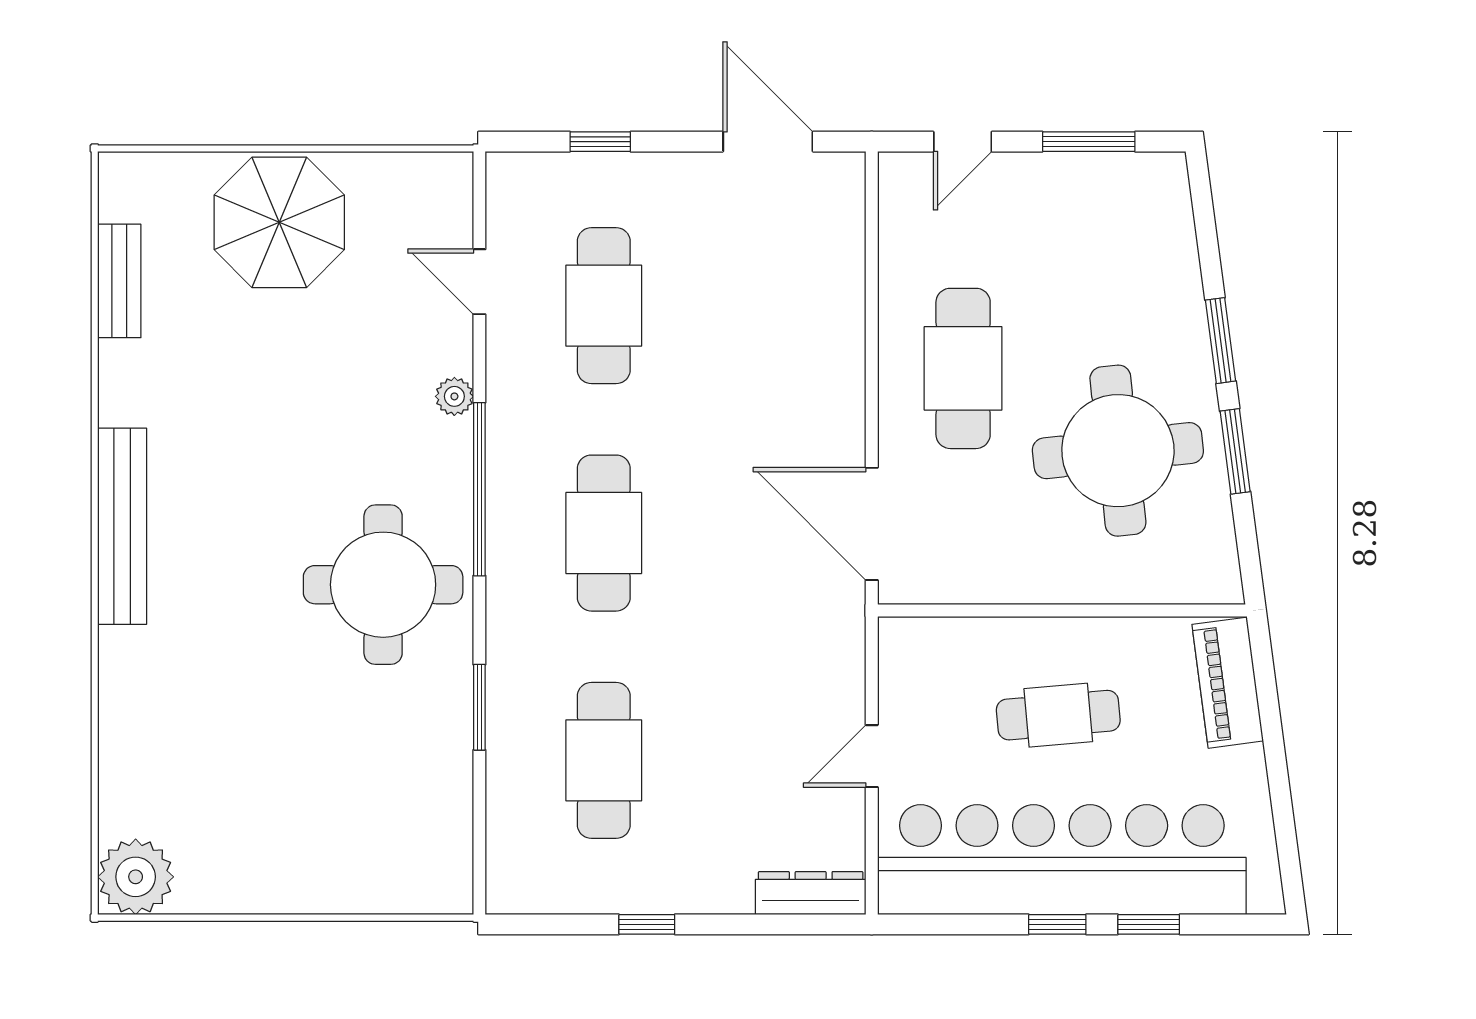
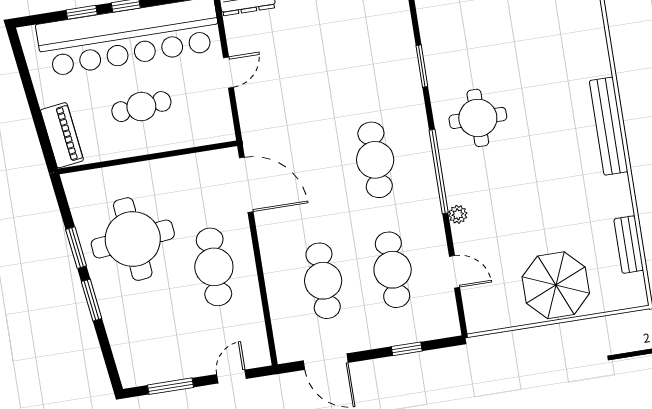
round table: (383, 585) -> (478, 118), width x0.73, depth x0.73
cafe table: (604, 760) -> (323, 281), moved

